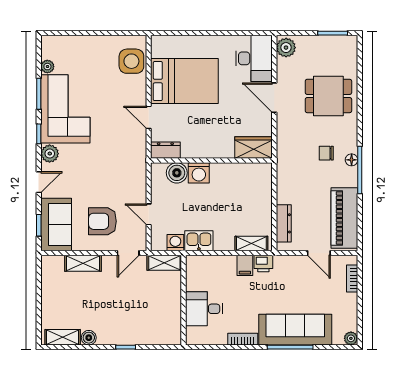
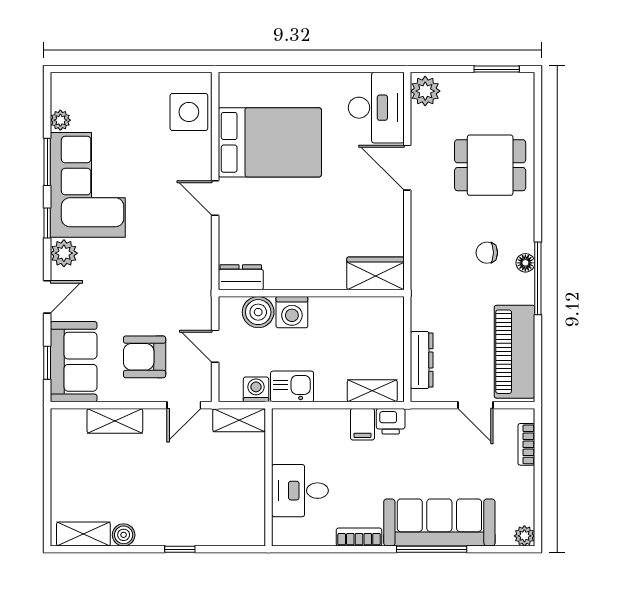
wardrobe: (253, 148) -> (375, 273), moved
dresser: (165, 150) -> (241, 277), moved
wall: (211, 160) -> (311, 293), moved
boiler: (177, 173) -> (258, 312), moved
washing machine: (199, 173) -> (292, 312), moved

